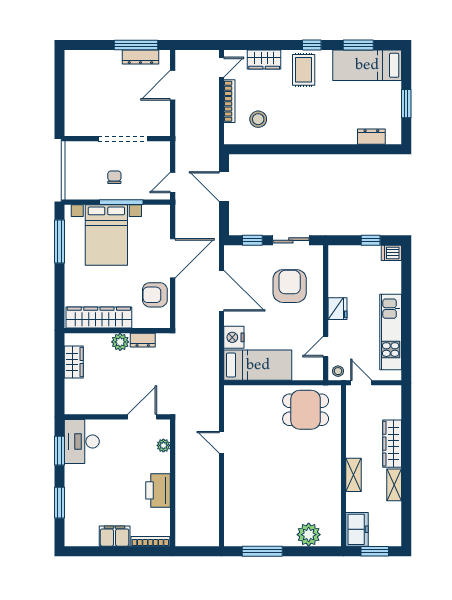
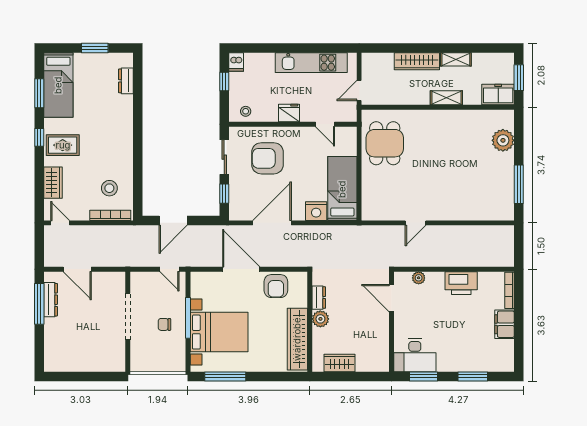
bookcase: (229, 101) -> (110, 215), moved
stool: (338, 371) -> (246, 111), moved

